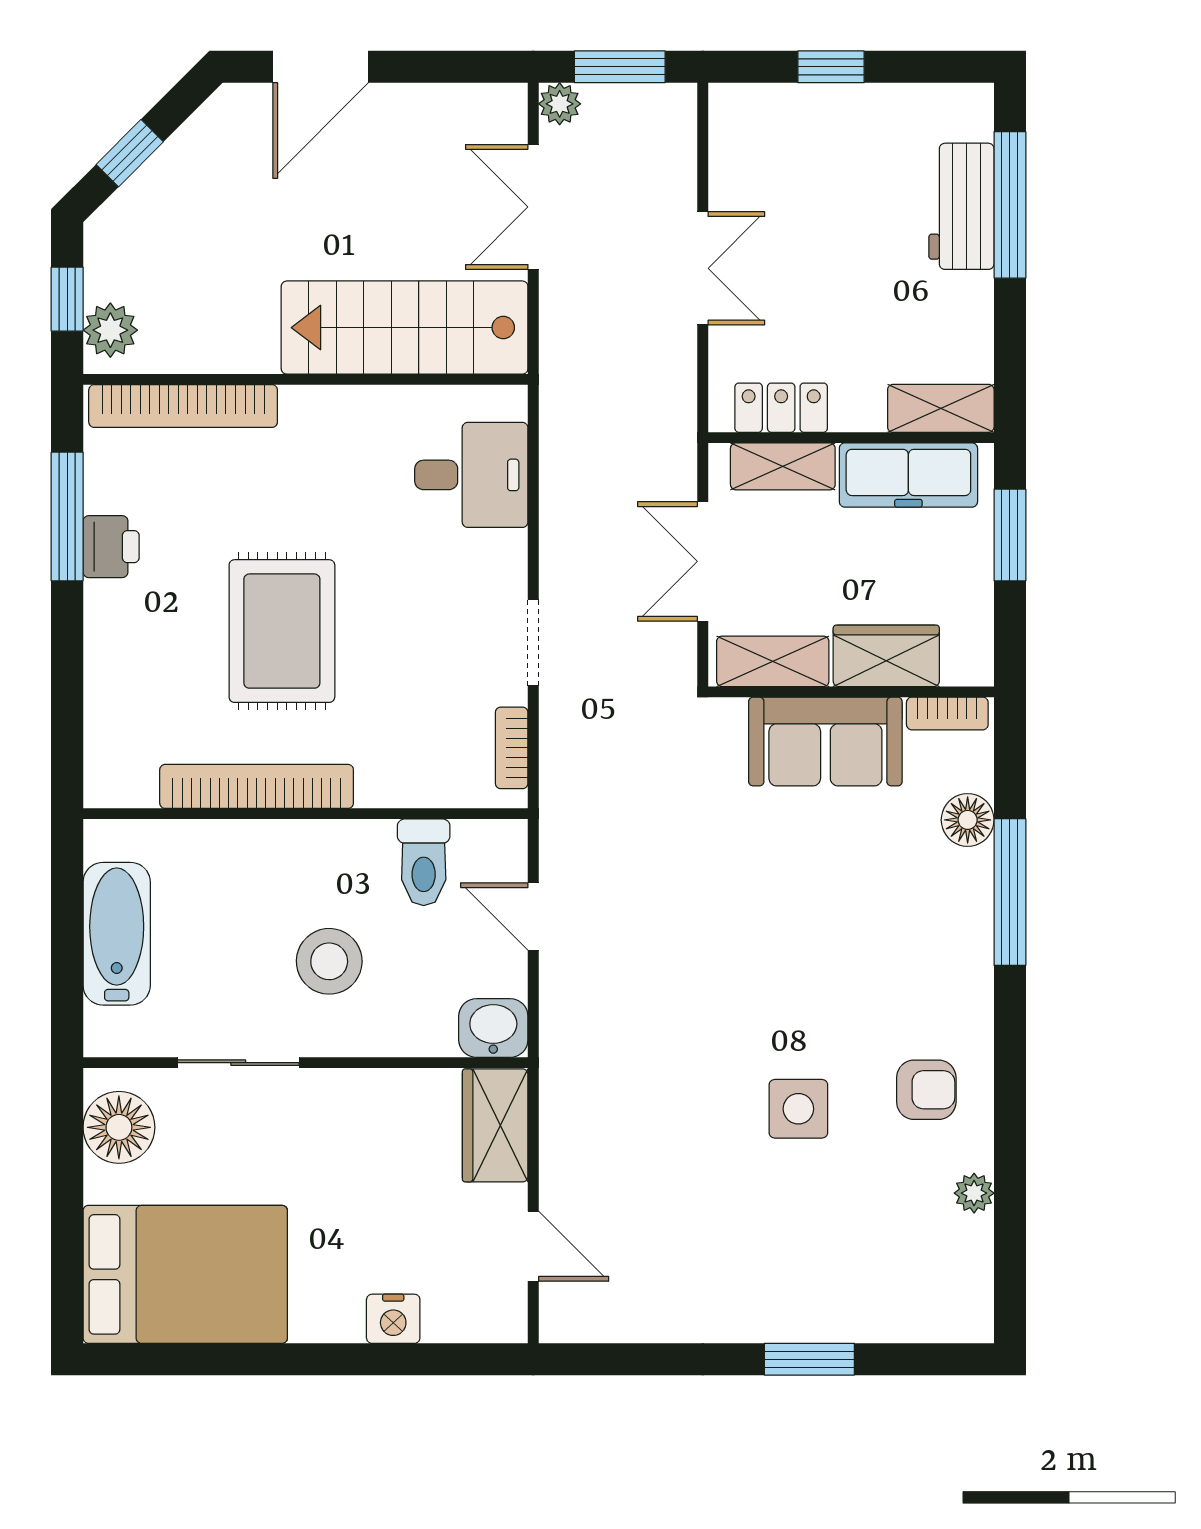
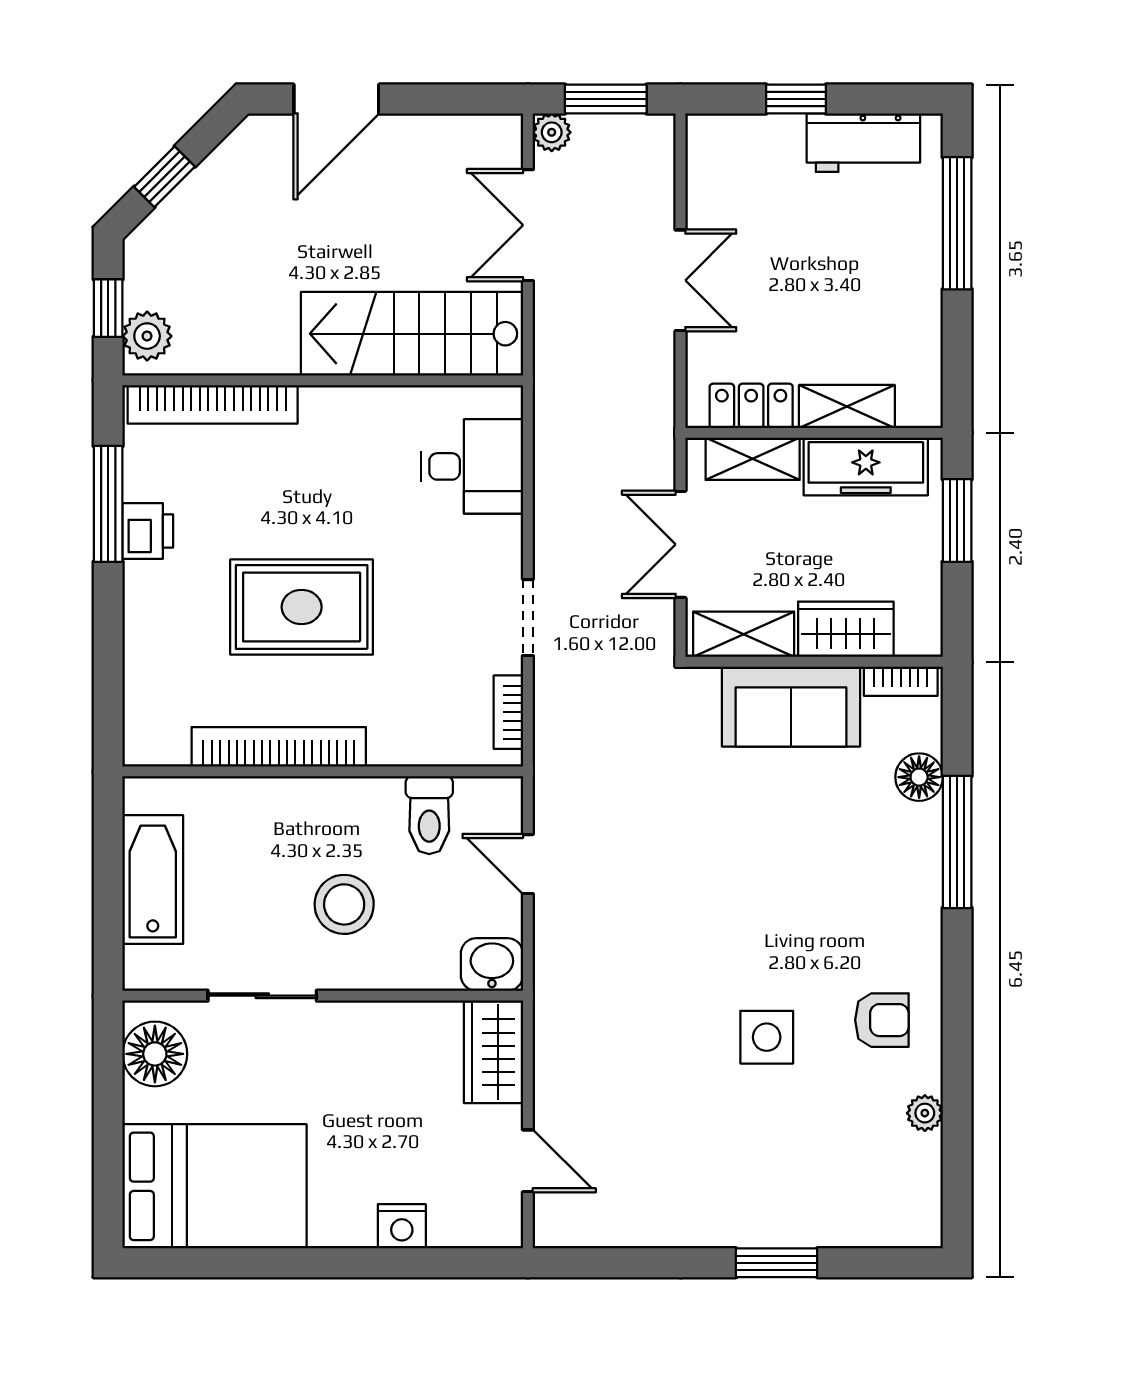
workbench: (961, 206) -> (863, 143), moved, turned -90
shelving: (941, 408) -> (847, 406), moved
rug: (282, 631) -> (302, 607), turned 90

